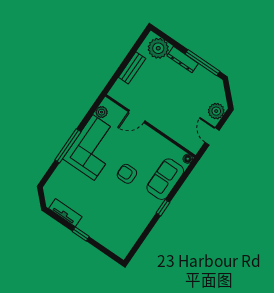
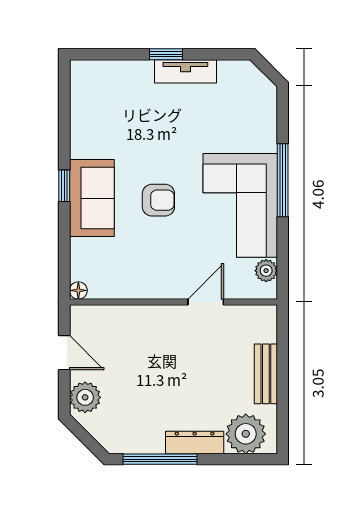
sofa: (165, 179) -> (92, 198), moved
tv unit: (65, 213) -> (185, 71), moved

